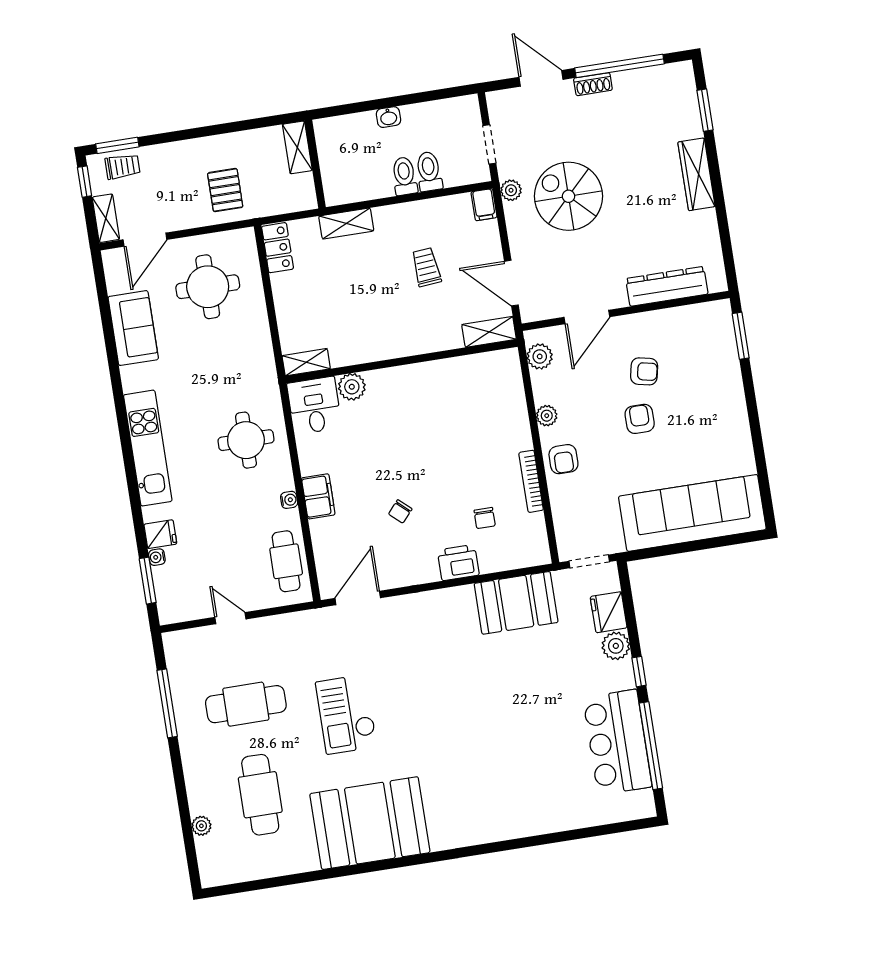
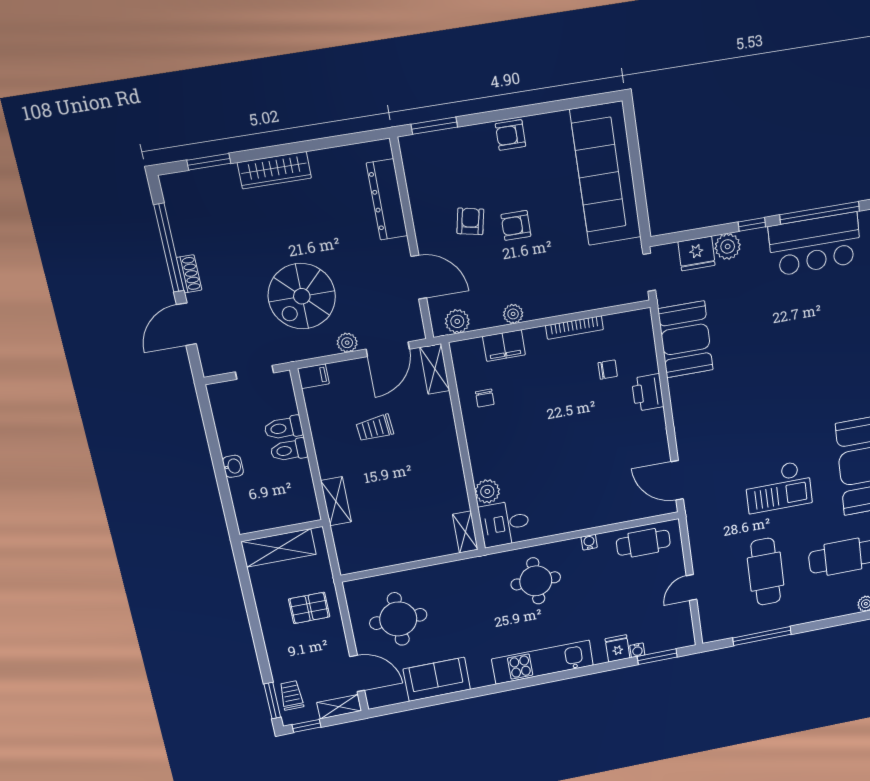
shelving: (297, 147) -> (279, 548), width x1.50, depth x1.33
plant: (511, 190) -> (347, 343), moved
locker: (278, 248) -> (361, 561), removed
armchair: (563, 459) -> (510, 135), moved, turned 180
filing cabinet: (318, 496) -> (504, 346), moved, turned 180
chair: (400, 511) -> (485, 398), moved, turned 48

